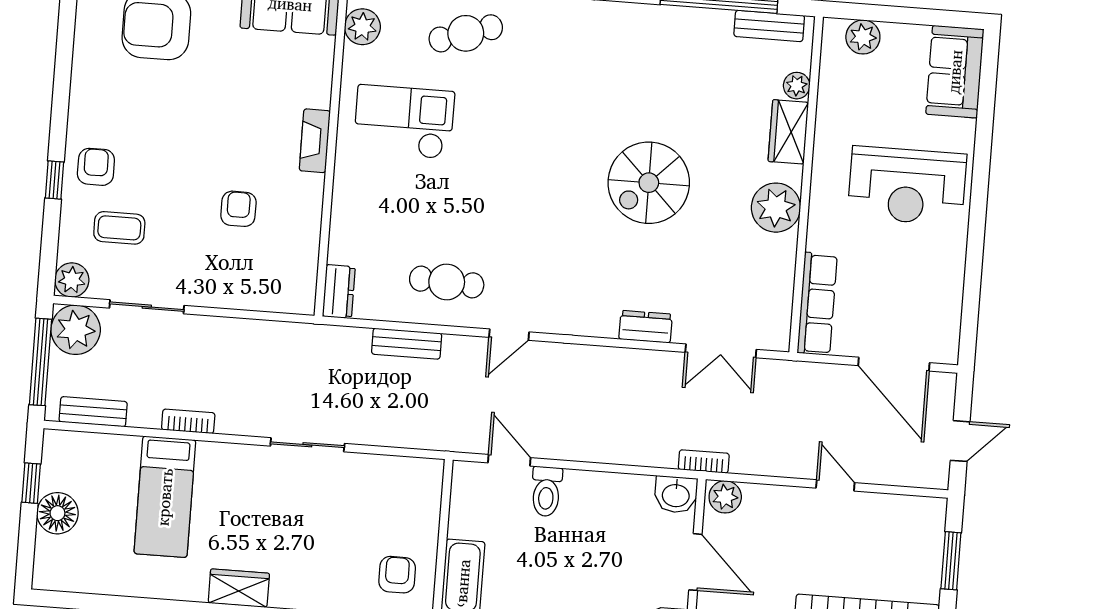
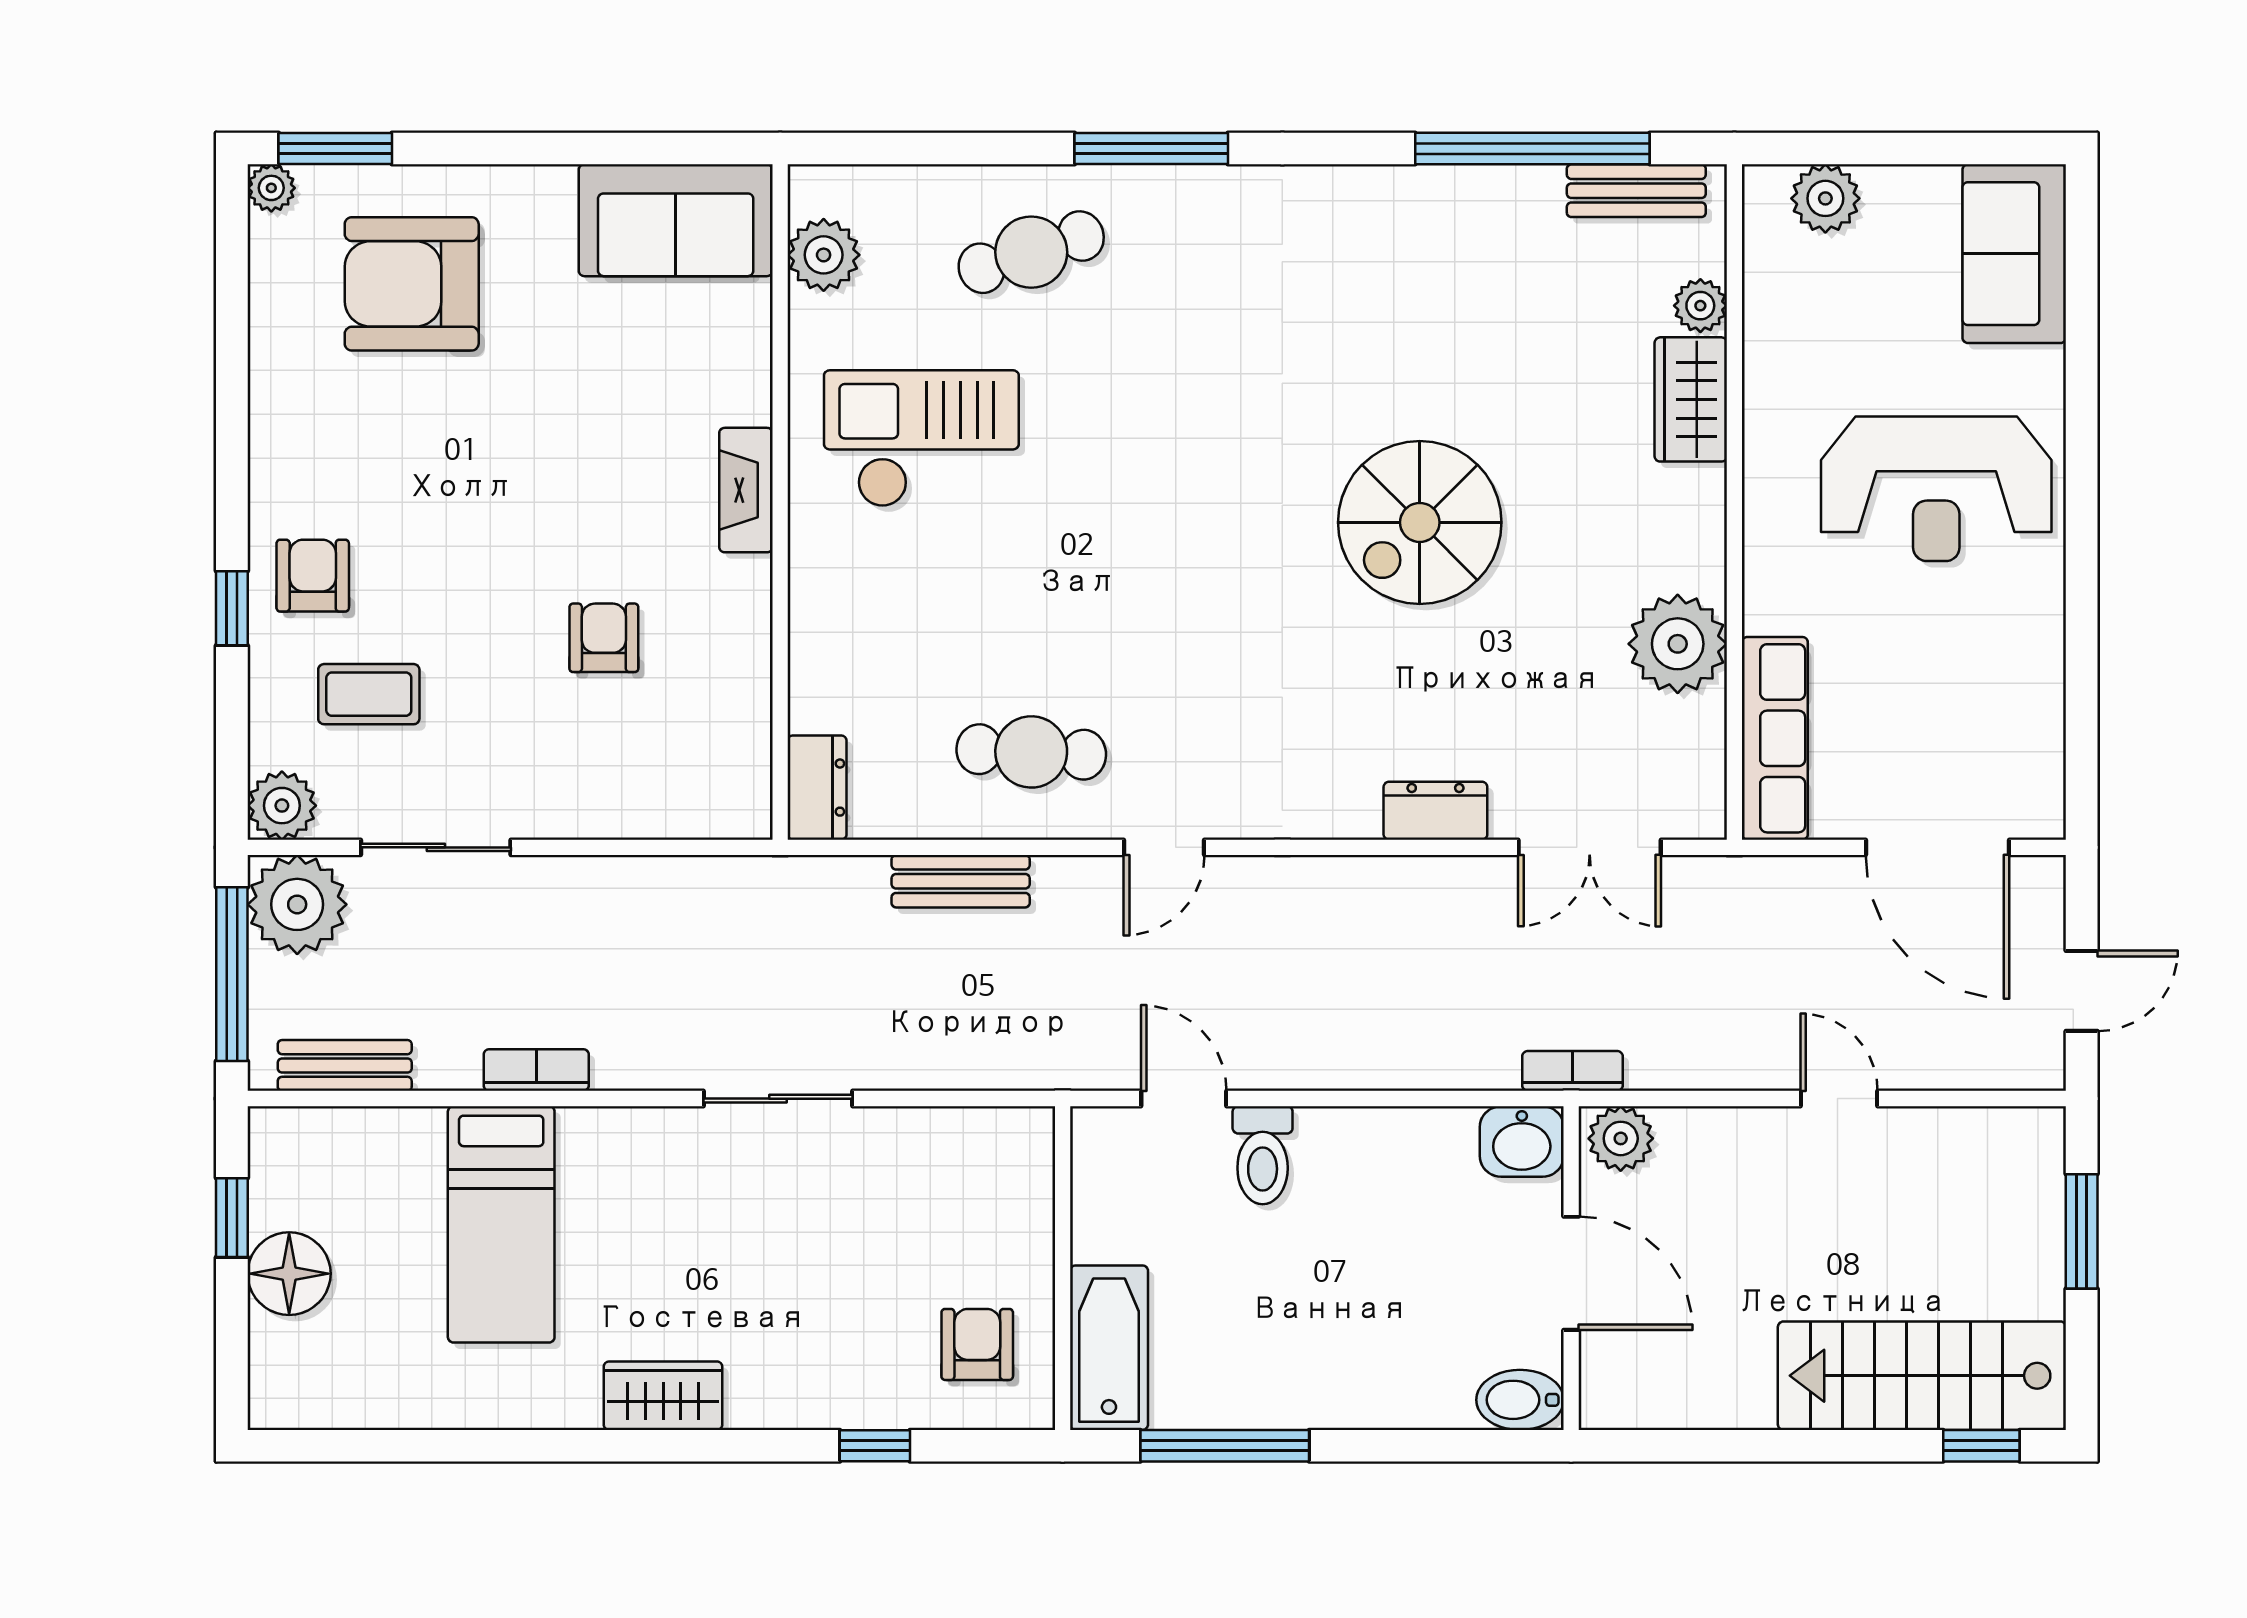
plant: (776, 208) -> (1678, 644), moved

